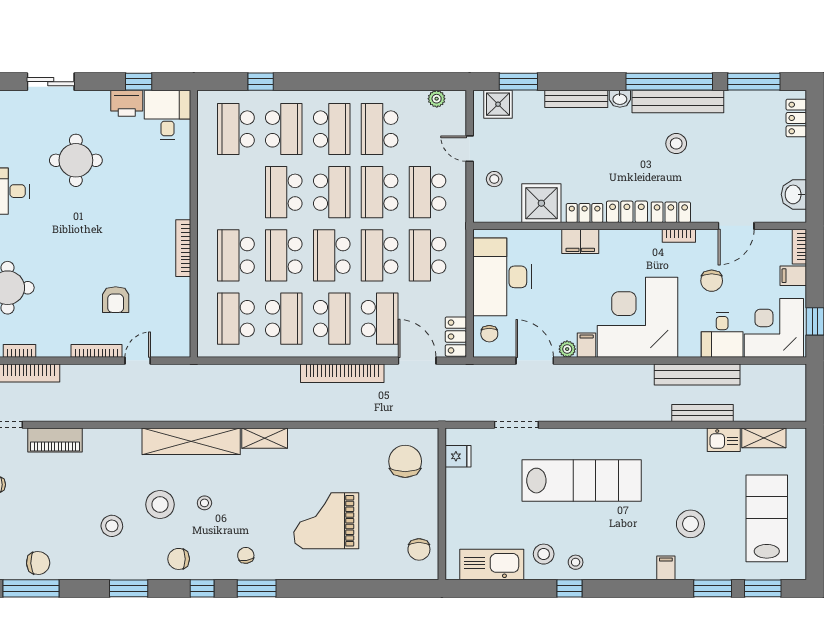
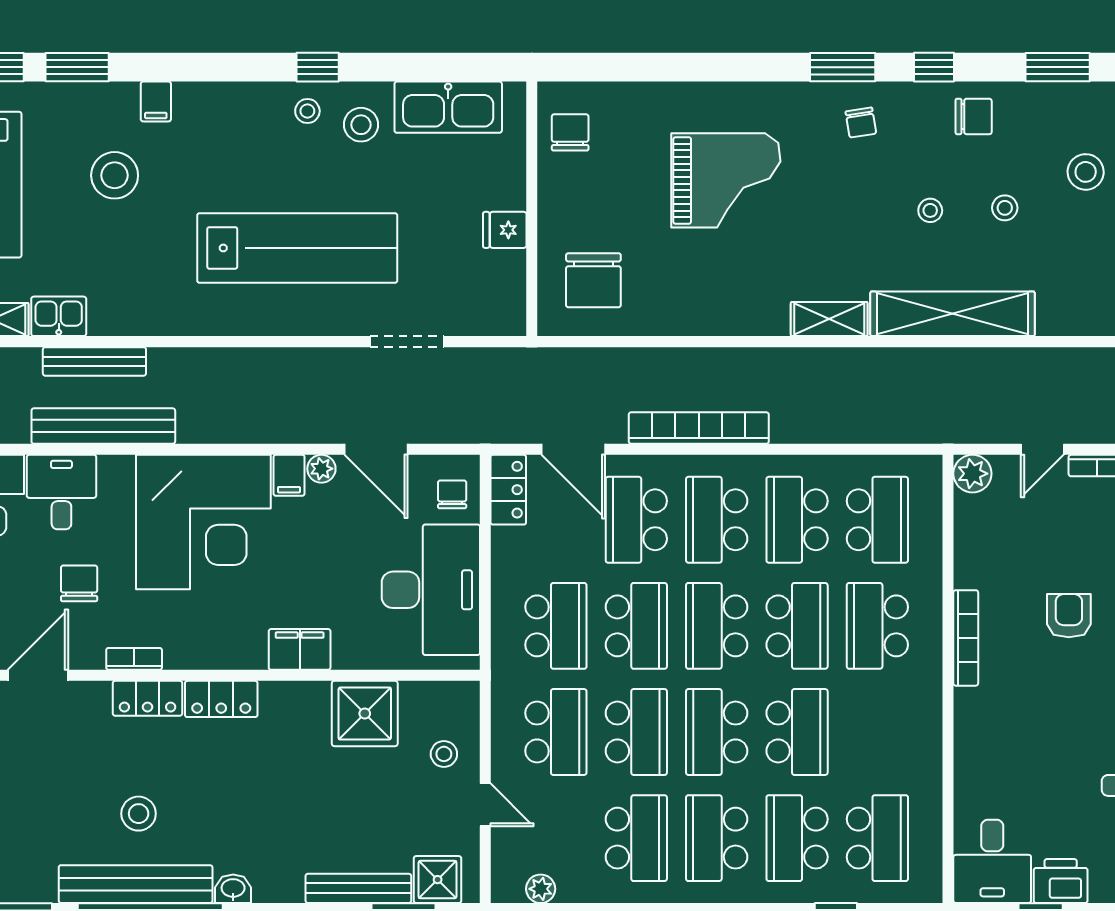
bench: (576, 99) -> (358, 888), moved
locker: (585, 213) -> (292, 697), removed
school desk: (236, 255) -> (877, 626), turned 180
school desk: (332, 255) -> (717, 626), turned 180
armchair: (116, 300) -> (1069, 616), moved
plant: (179, 346) -> (972, 474), added
fridge: (458, 456) -> (505, 230), moved
lab bench: (582, 481) -> (297, 248), turned 180
stool: (160, 504) -> (1005, 208), width x0.53, depth x0.53

